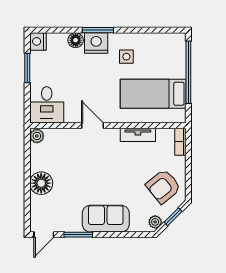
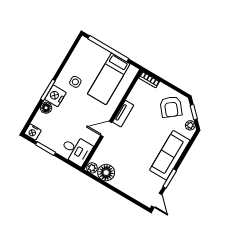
tv unit: (138, 135) -> (123, 114), moved
floor lamp: (41, 183) -> (106, 173), moved
sofa: (106, 219) -> (170, 155), width x1.36

